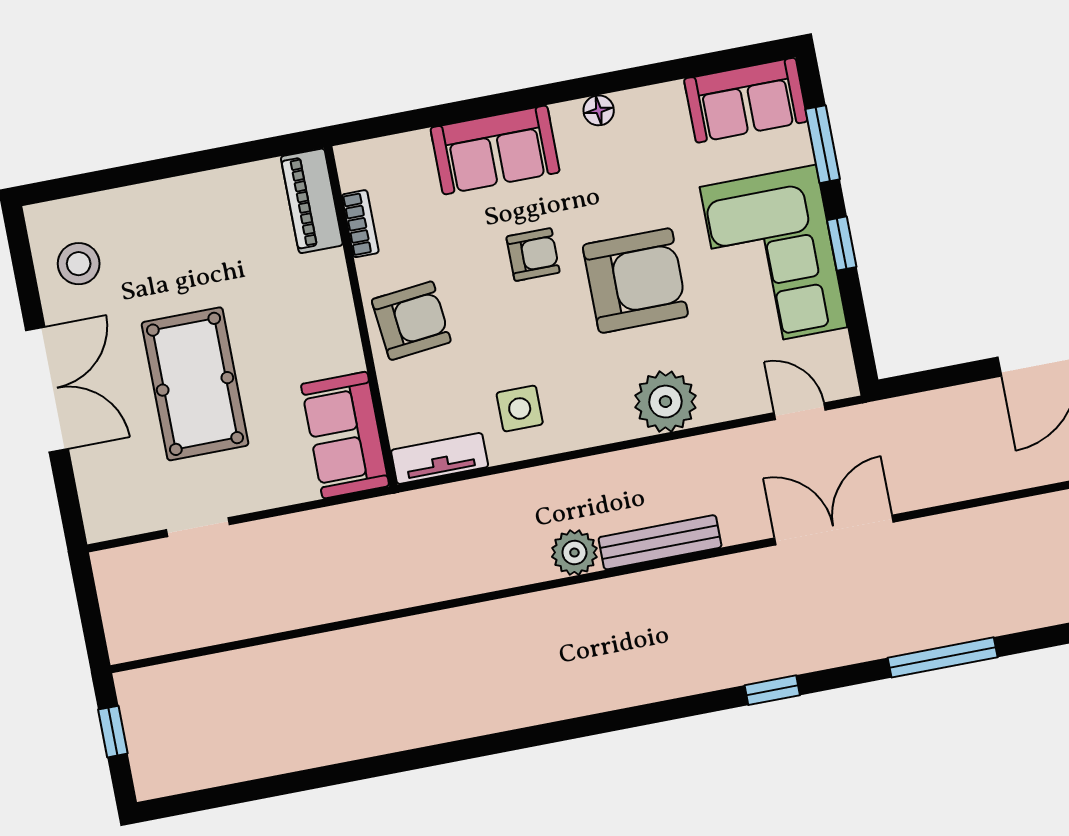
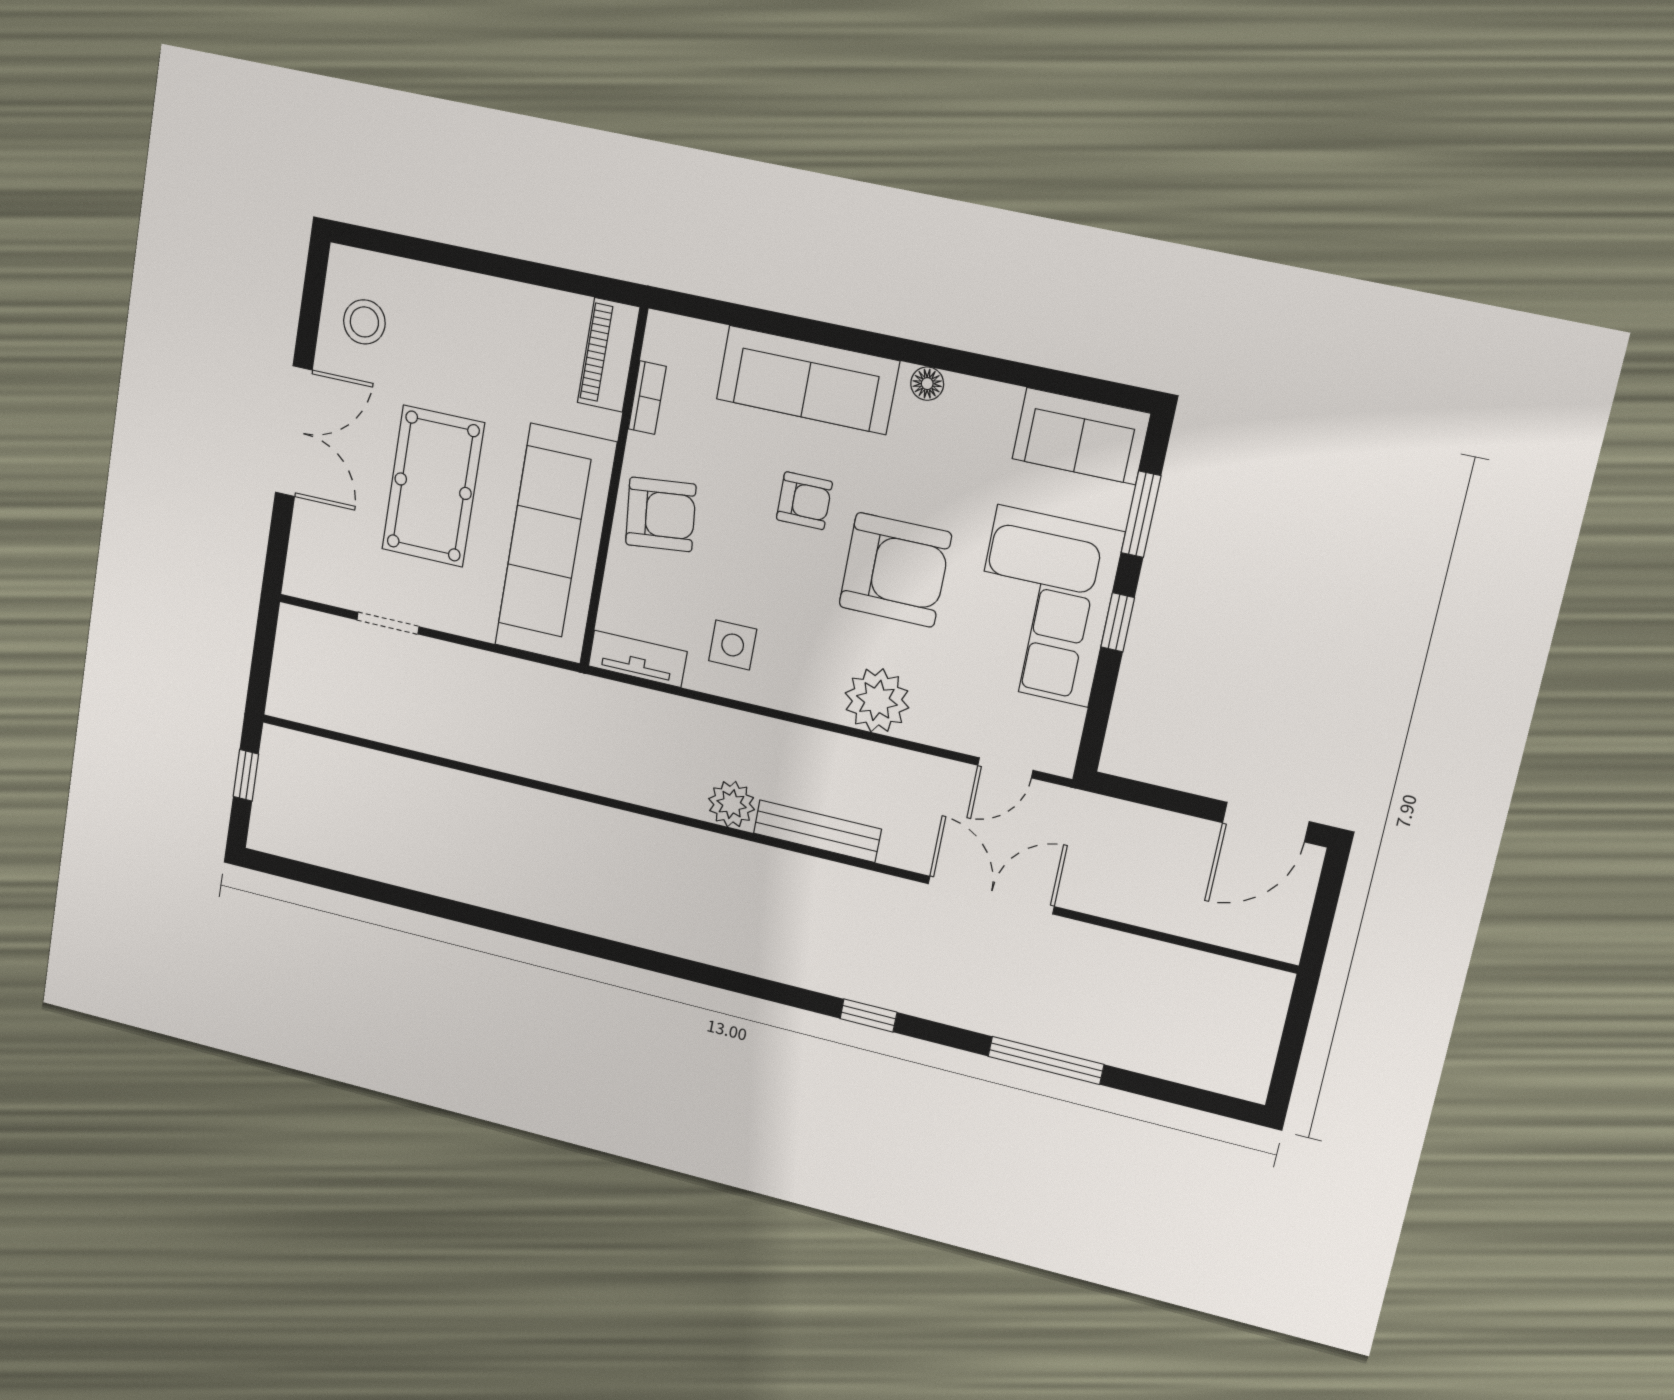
sofa: (495, 150) -> (808, 380), width x1.36
door: (800, 411) -> (1005, 768), swing flipped
sofa: (345, 435) -> (556, 544), width x1.85, depth x1.27

